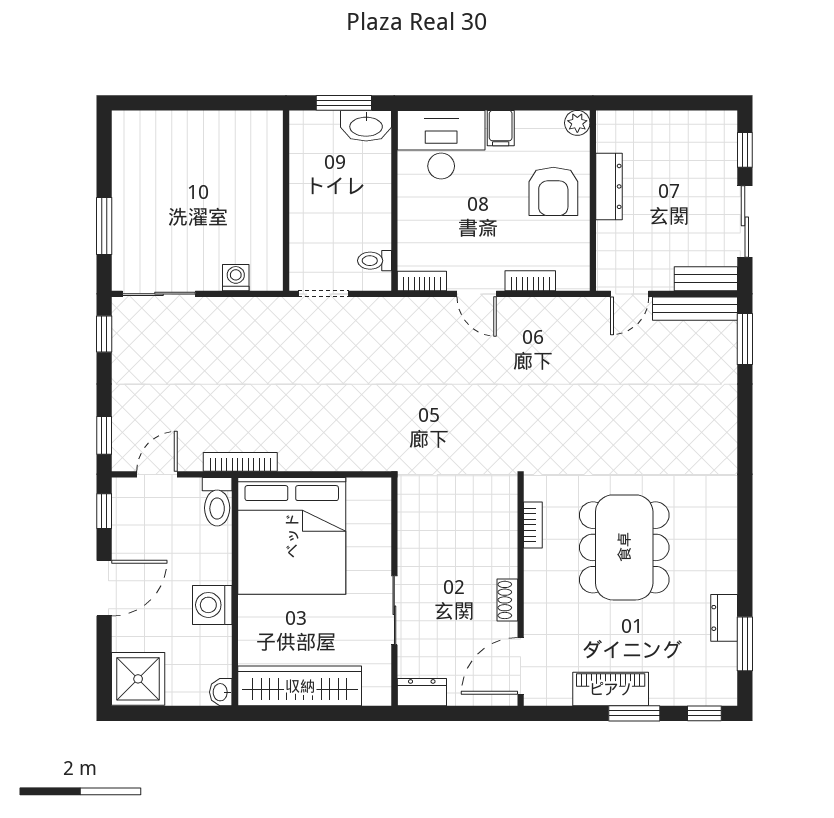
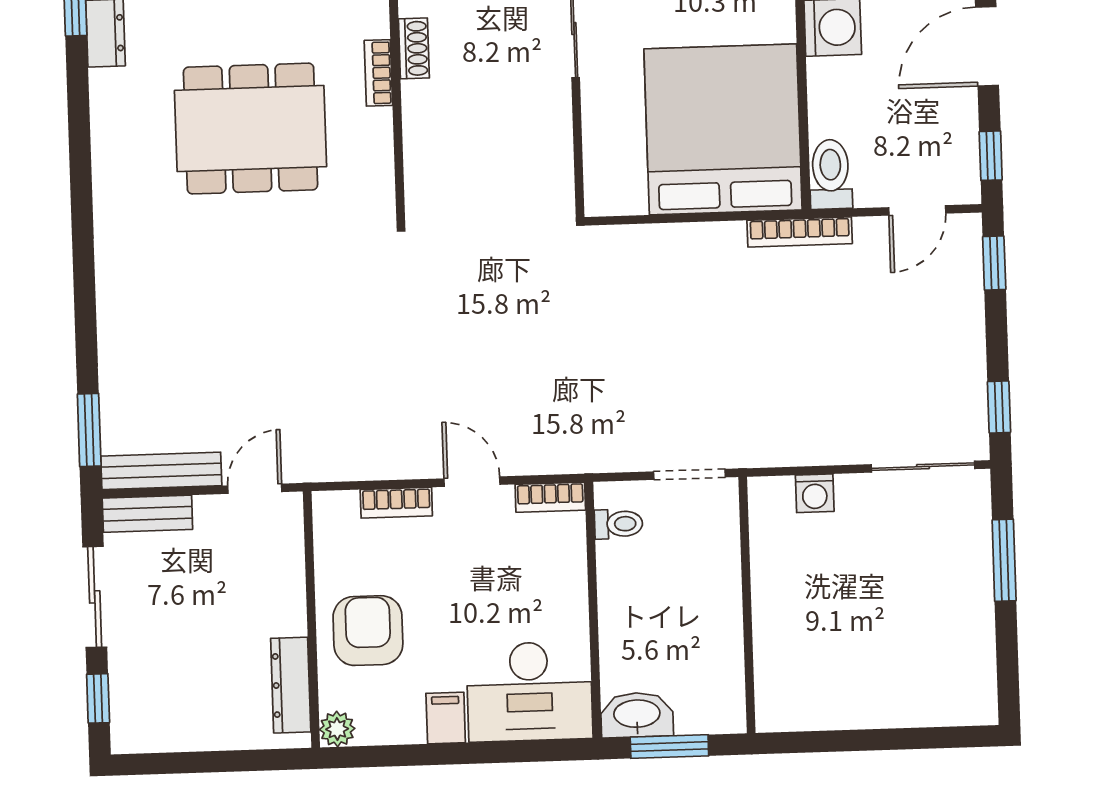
dresser: (609, 186) -> (291, 685), moved
bookcase: (533, 525) -> (378, 73), moved
dining table: (624, 547) -> (250, 129), turned 90

